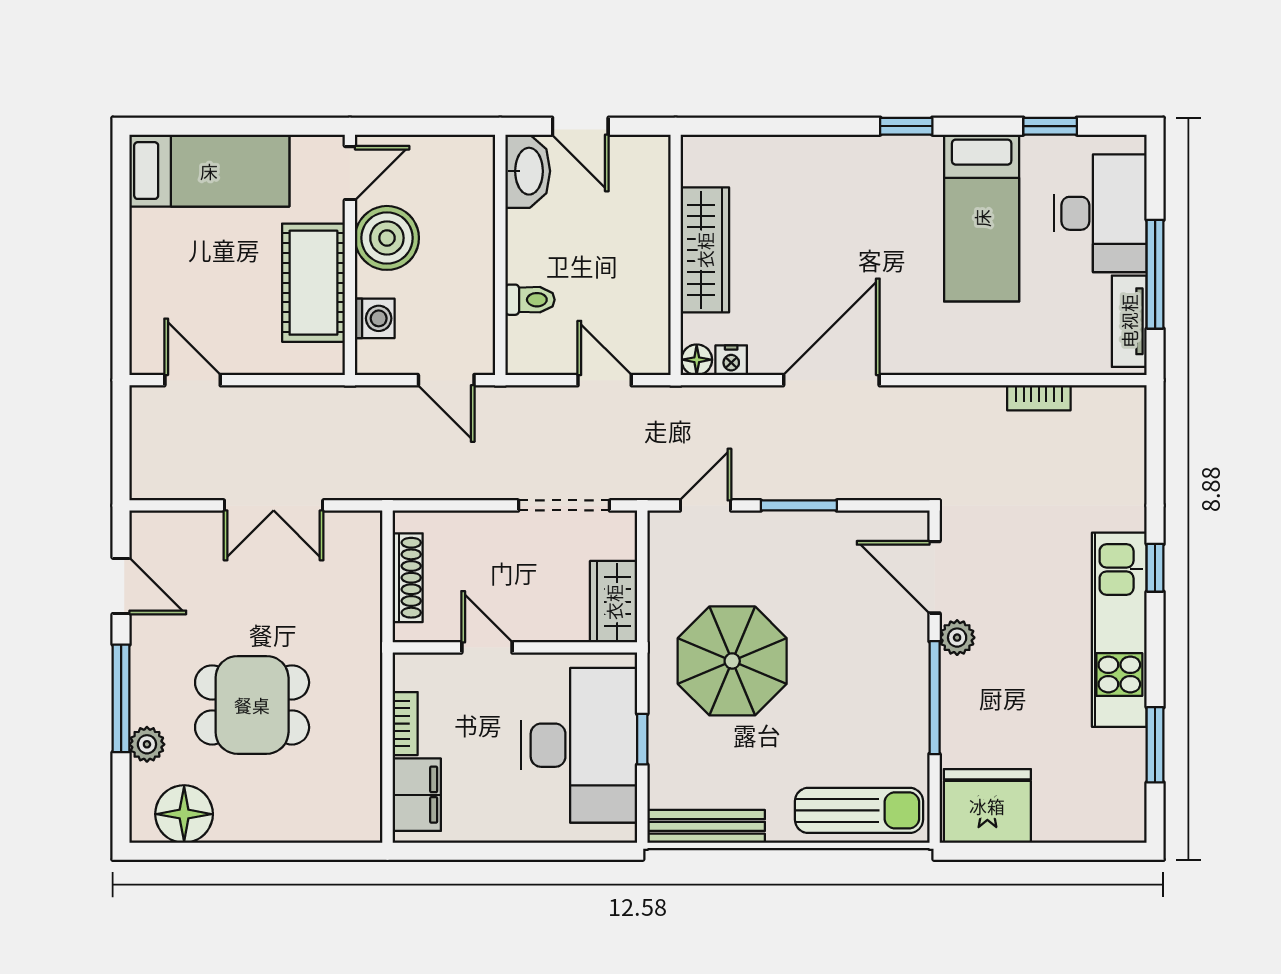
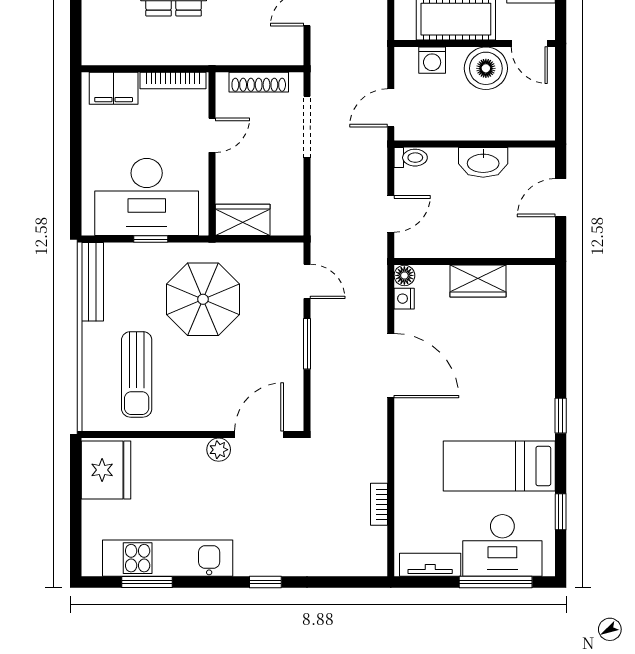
washbasin: (528, 171) -> (483, 162), moved
wardrobe: (705, 250) -> (478, 281), width x0.67
window: (1155, 274) -> (496, 582), moved
toilet: (530, 300) -> (411, 158), moved, turned -90
doorway: (564, 505) -> (307, 127), moved
kitchen unit: (1119, 630) -> (168, 558), moved
window: (935, 698) -> (178, 435), removed
bookcase: (405, 724) -> (173, 80), width x1.56
sun lounger: (859, 810) -> (137, 374), moved

